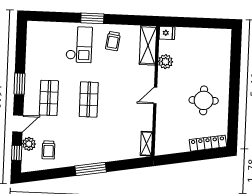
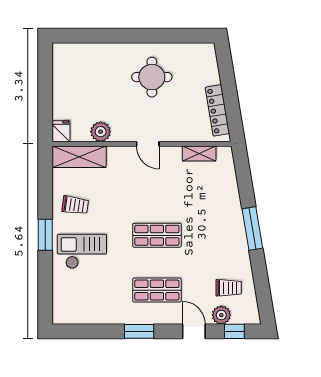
locker: (208, 143) -> (217, 110), moved
shelving: (146, 144) -> (199, 154), moved

